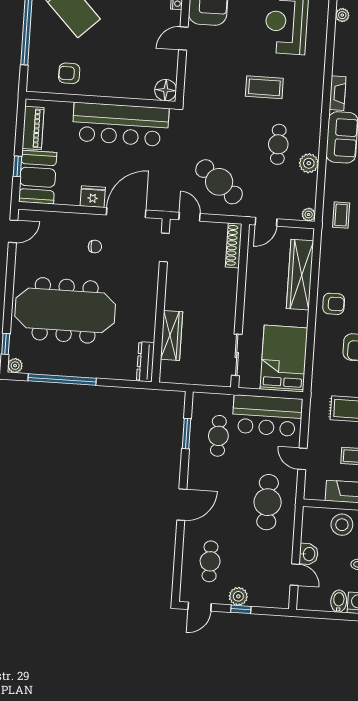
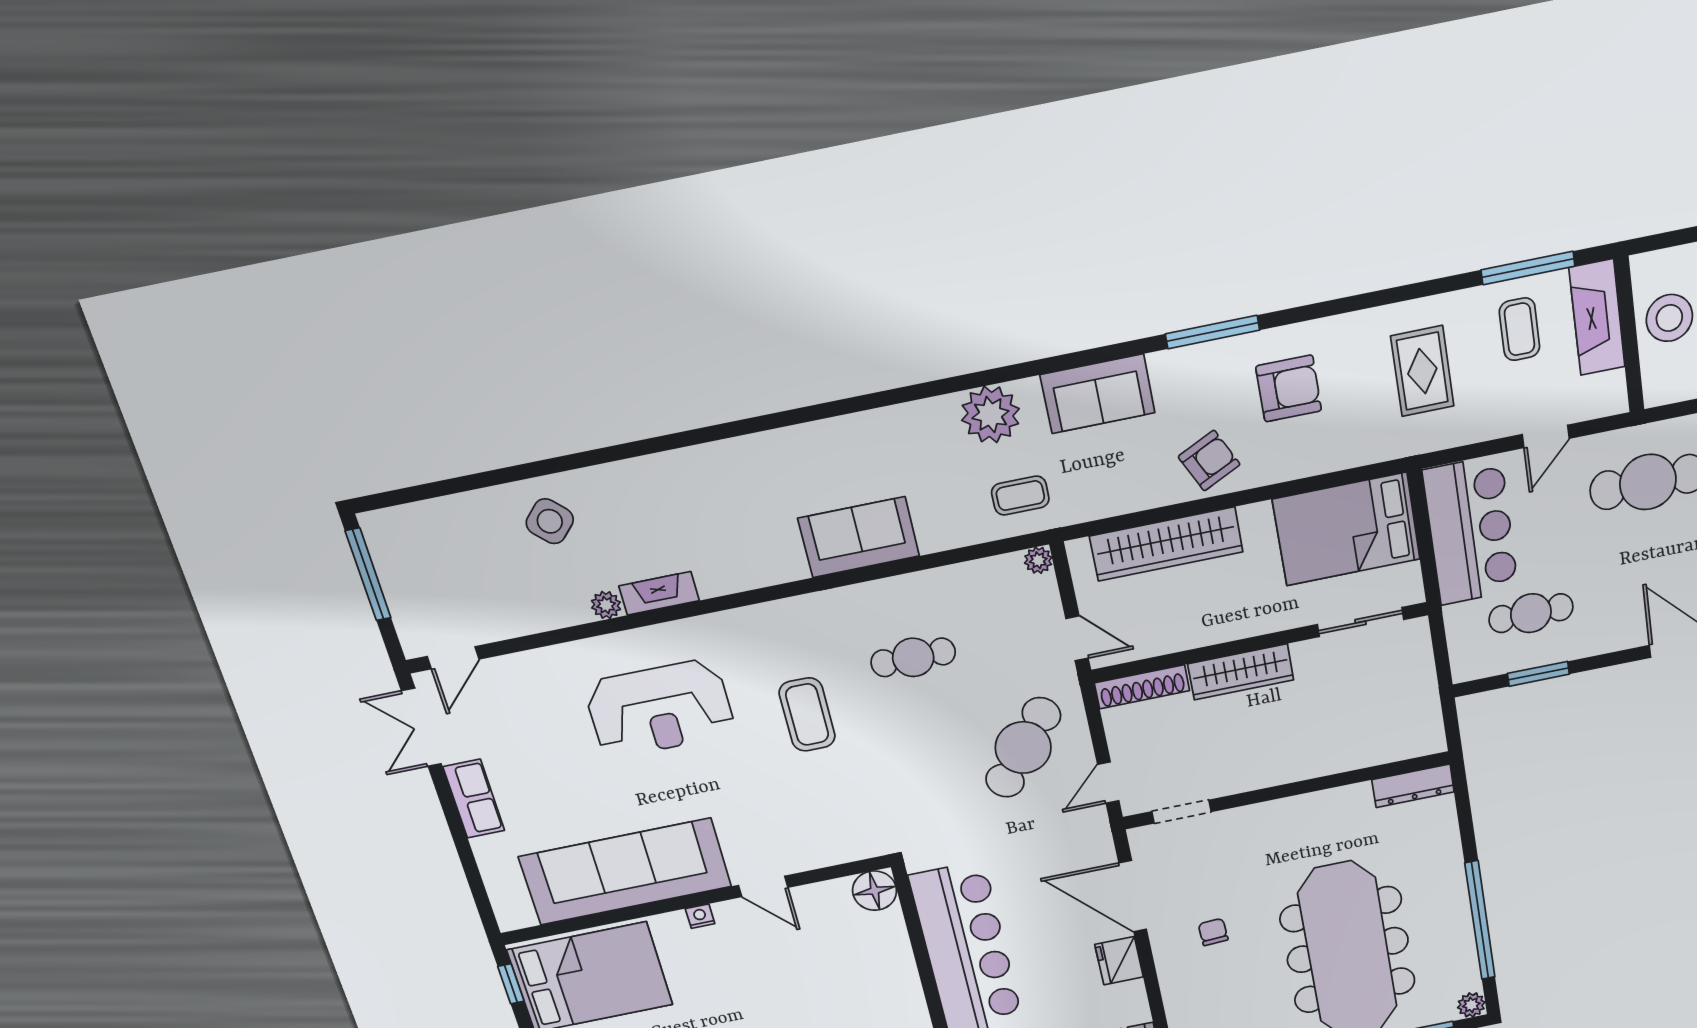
fireplace: (338, 93) -> (659, 593), moved
plant: (309, 163) -> (933, 588), removed
armchair: (334, 304) -> (1209, 461), turned 64
wardrobe: (171, 335) -> (1241, 672), moved, turned 180

